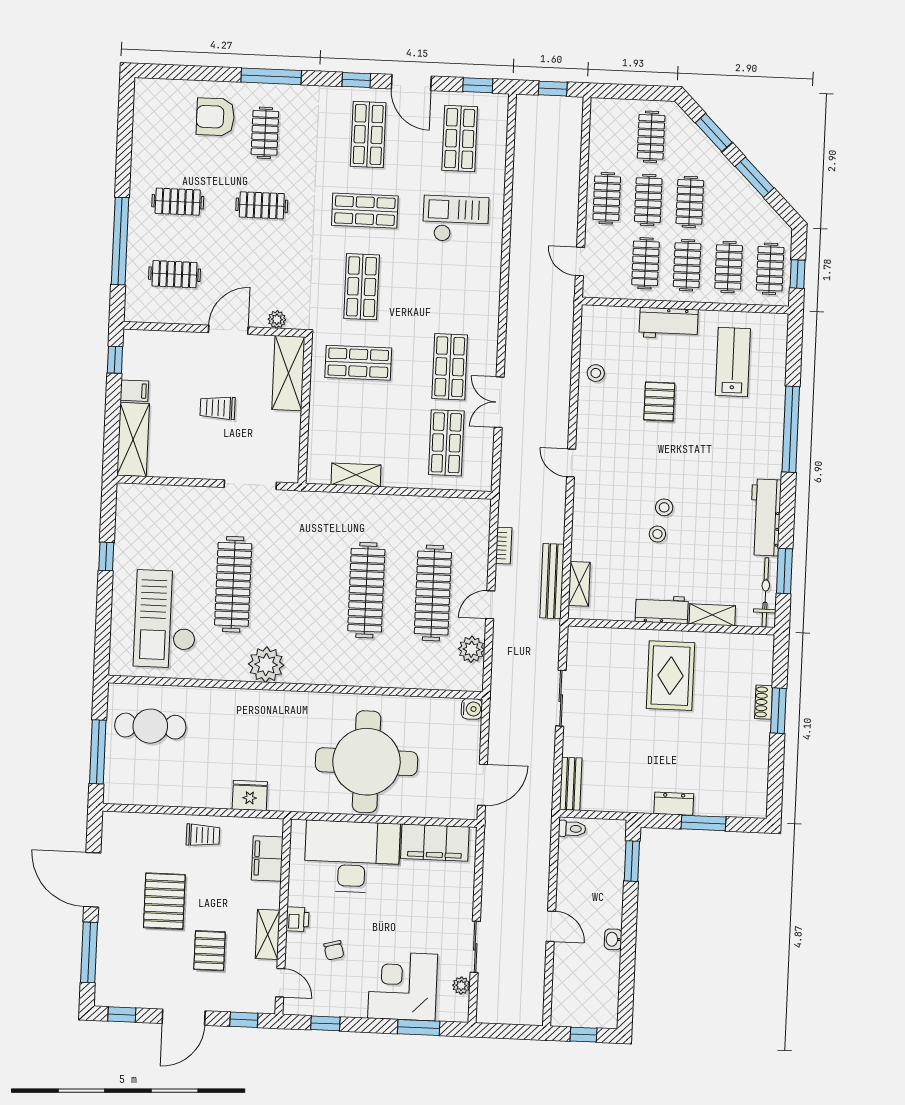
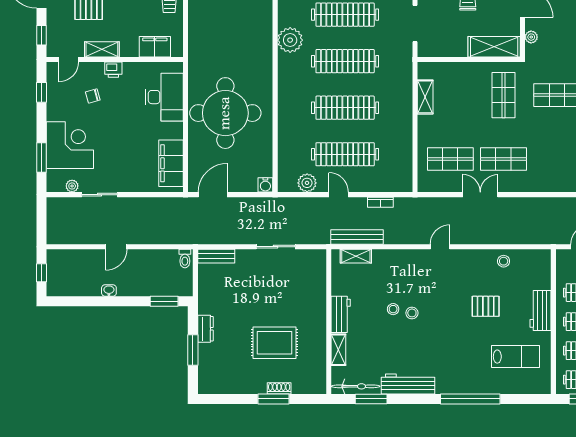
clothes rail: (300, 587) -> (345, 61), added
rug: (671, 676) -> (274, 343), moved
door: (482, 785) -> (213, 195), swing flipped
fridge: (250, 795) -> (198, 33), removed
desk: (352, 857) -> (164, 97), width x0.73, depth x0.77

